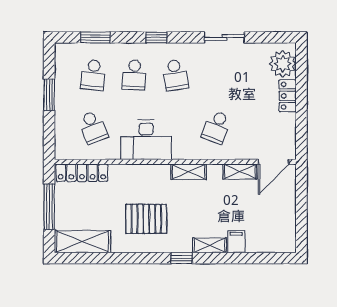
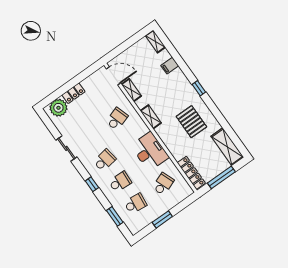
school desk: (216, 127) -> (117, 119), turned -39
shelving: (210, 245) -> (155, 41), moved

